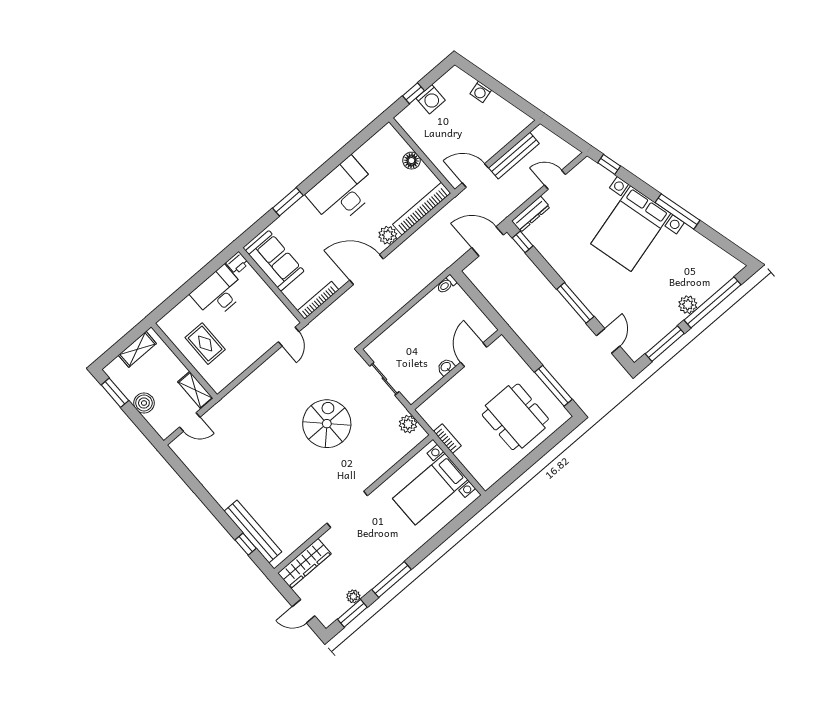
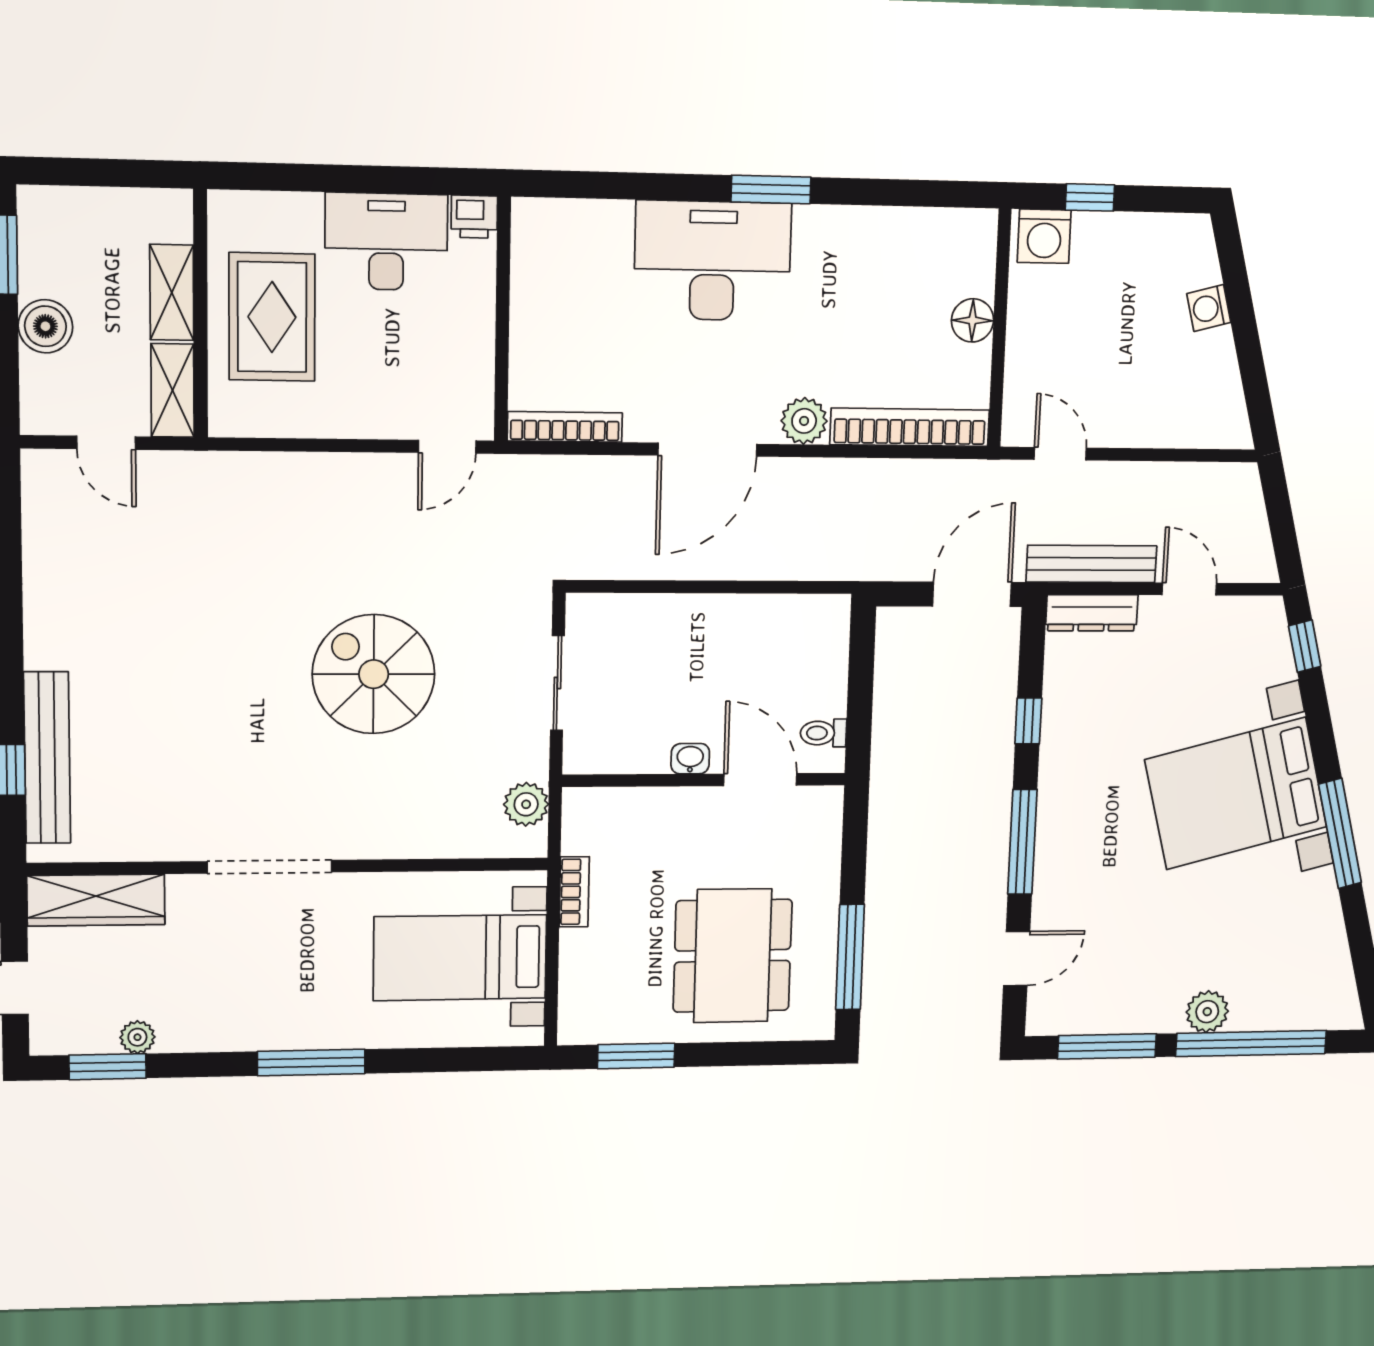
washing machine: (431, 99) -> (1044, 236), moved
bench: (514, 156) -> (1091, 564), moved
door: (475, 175) -> (1060, 454), width x0.73
desk: (343, 192) -> (713, 261), moved
window: (288, 202) -> (771, 189), moved
door: (488, 241) -> (972, 594), hinge flipped
window: (523, 242) -> (1028, 721), moved
sofa: (275, 261) -> (550, 278), removed
door: (366, 269) -> (708, 450), swing flipped
toilet: (447, 284) -> (823, 733), moved
rug: (205, 344) -> (272, 317), width x1.36, depth x1.43
shelving: (137, 349) -> (172, 292), moved, turned 90
door: (474, 355) -> (760, 780), hinge flipped
spiral stairs: (327, 424) -> (374, 674), turned -90
window: (513, 474) -> (636, 1056), added
window: (392, 580) -> (311, 1063), moved

